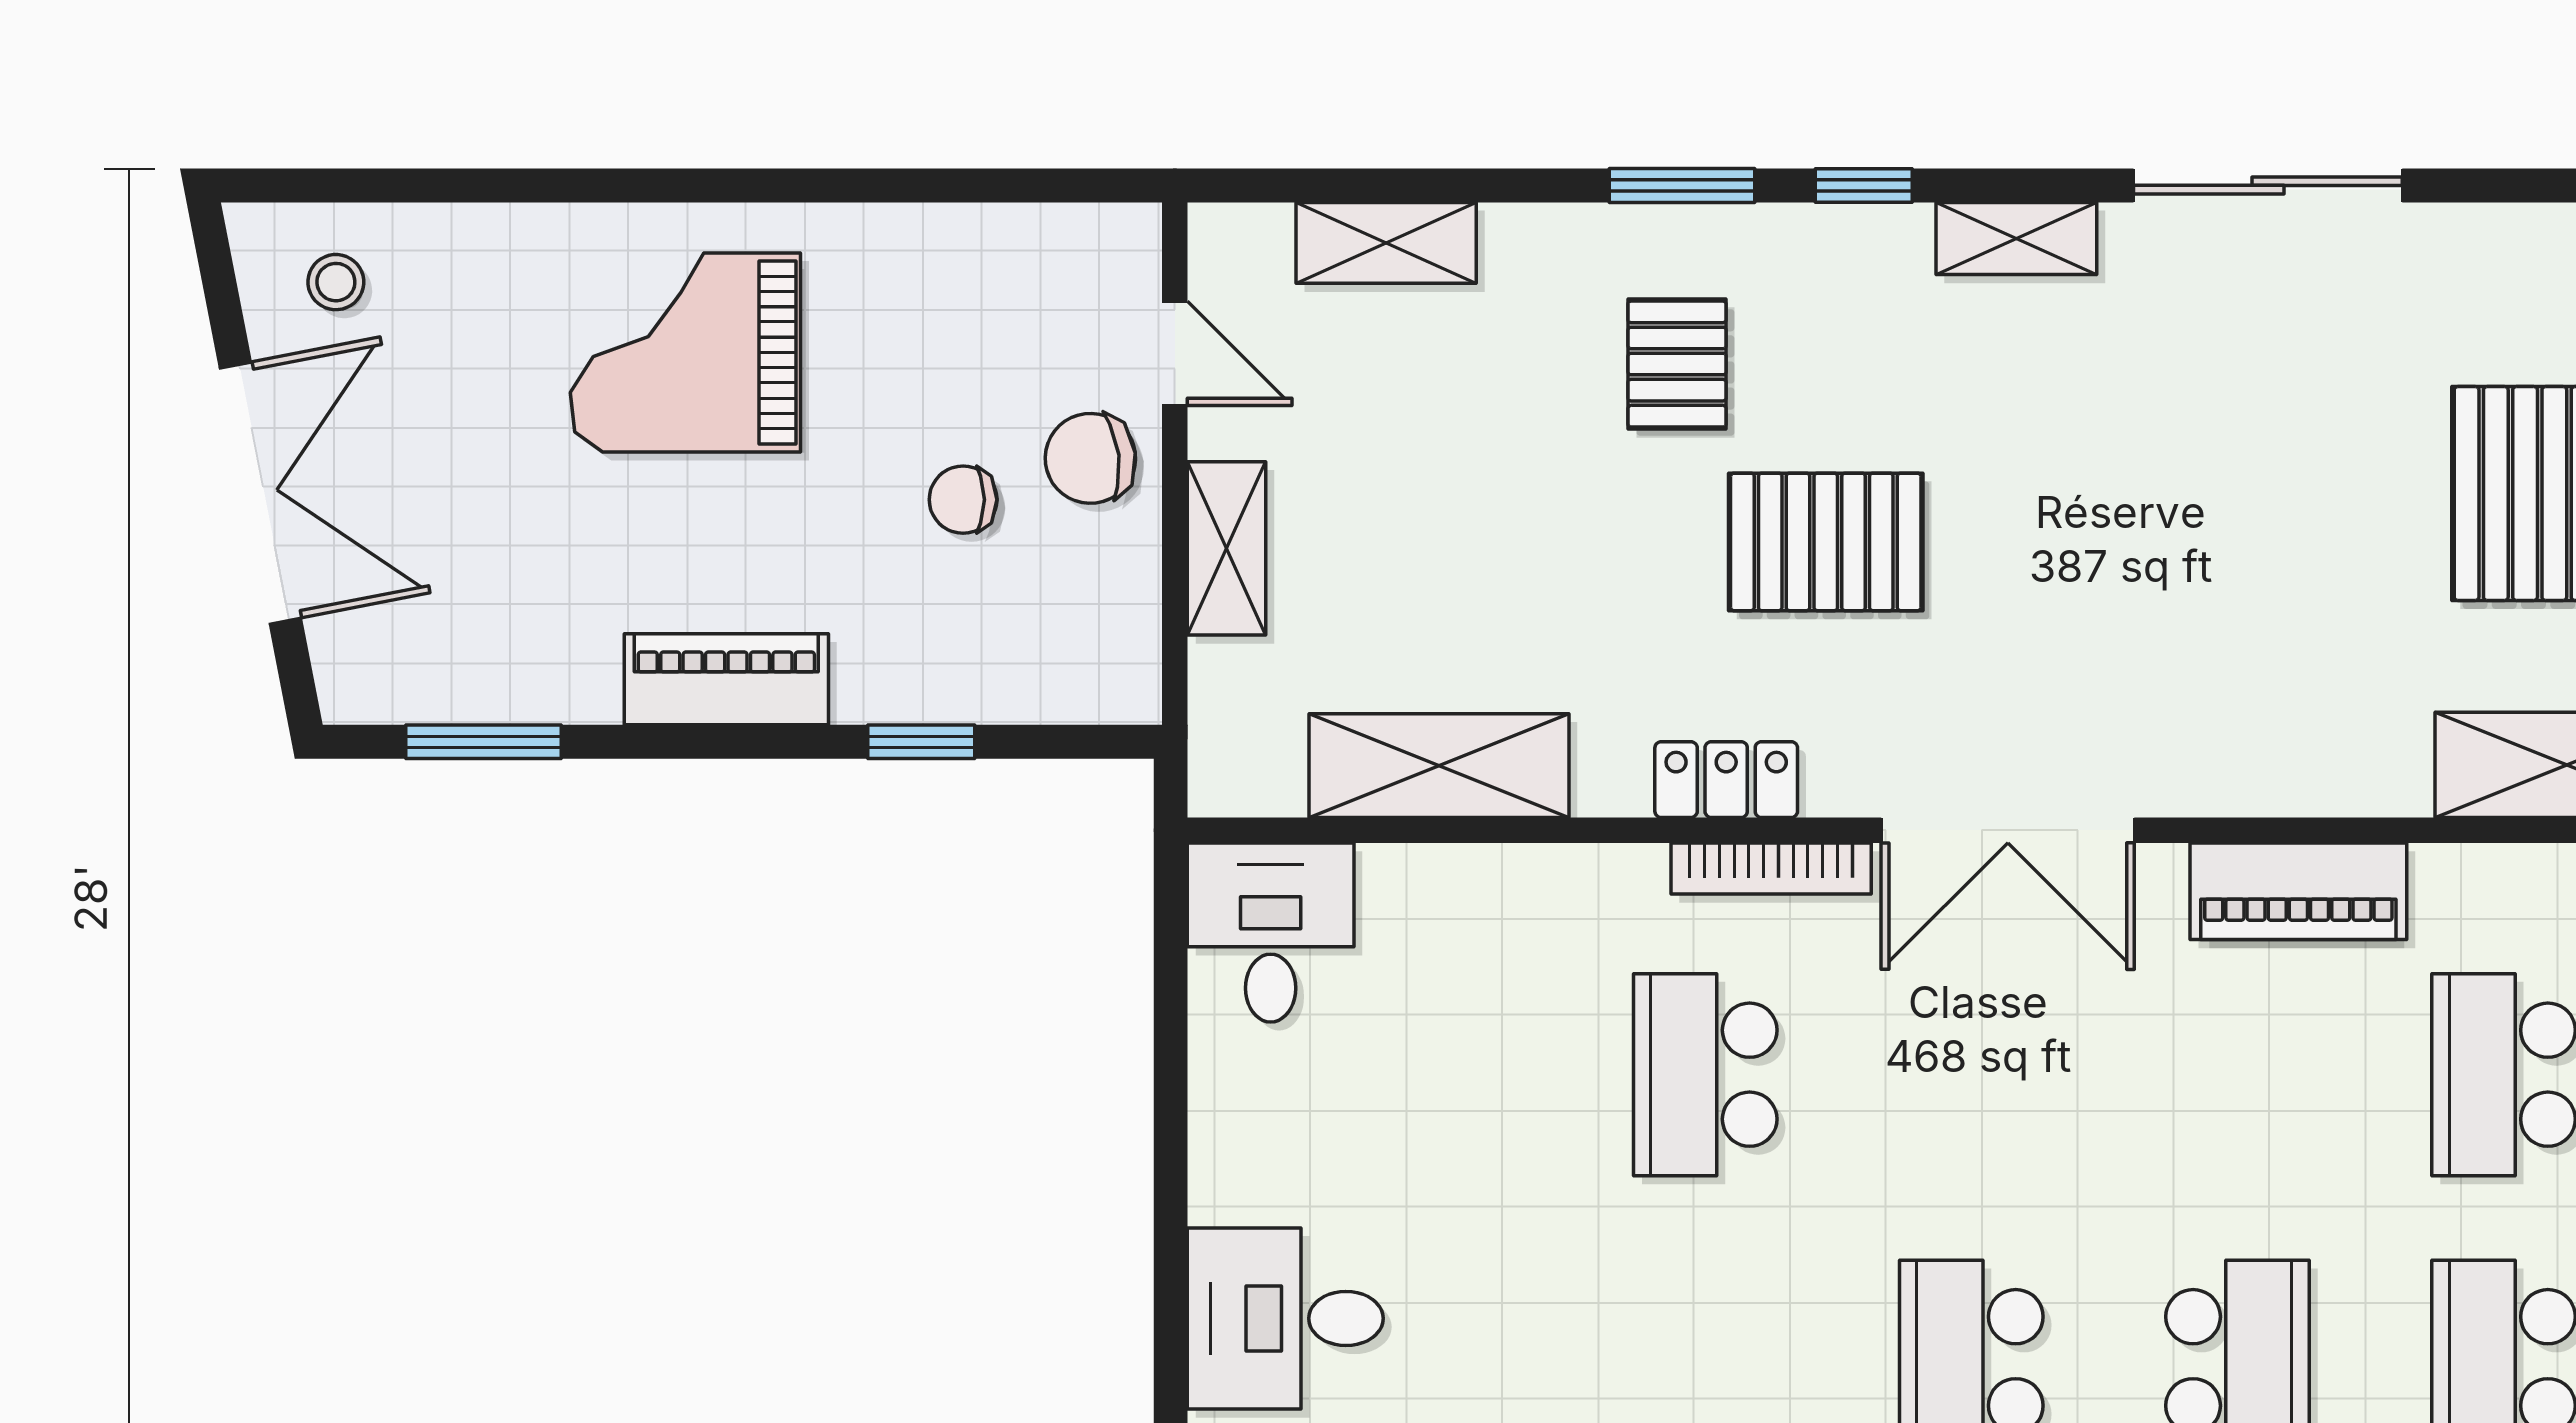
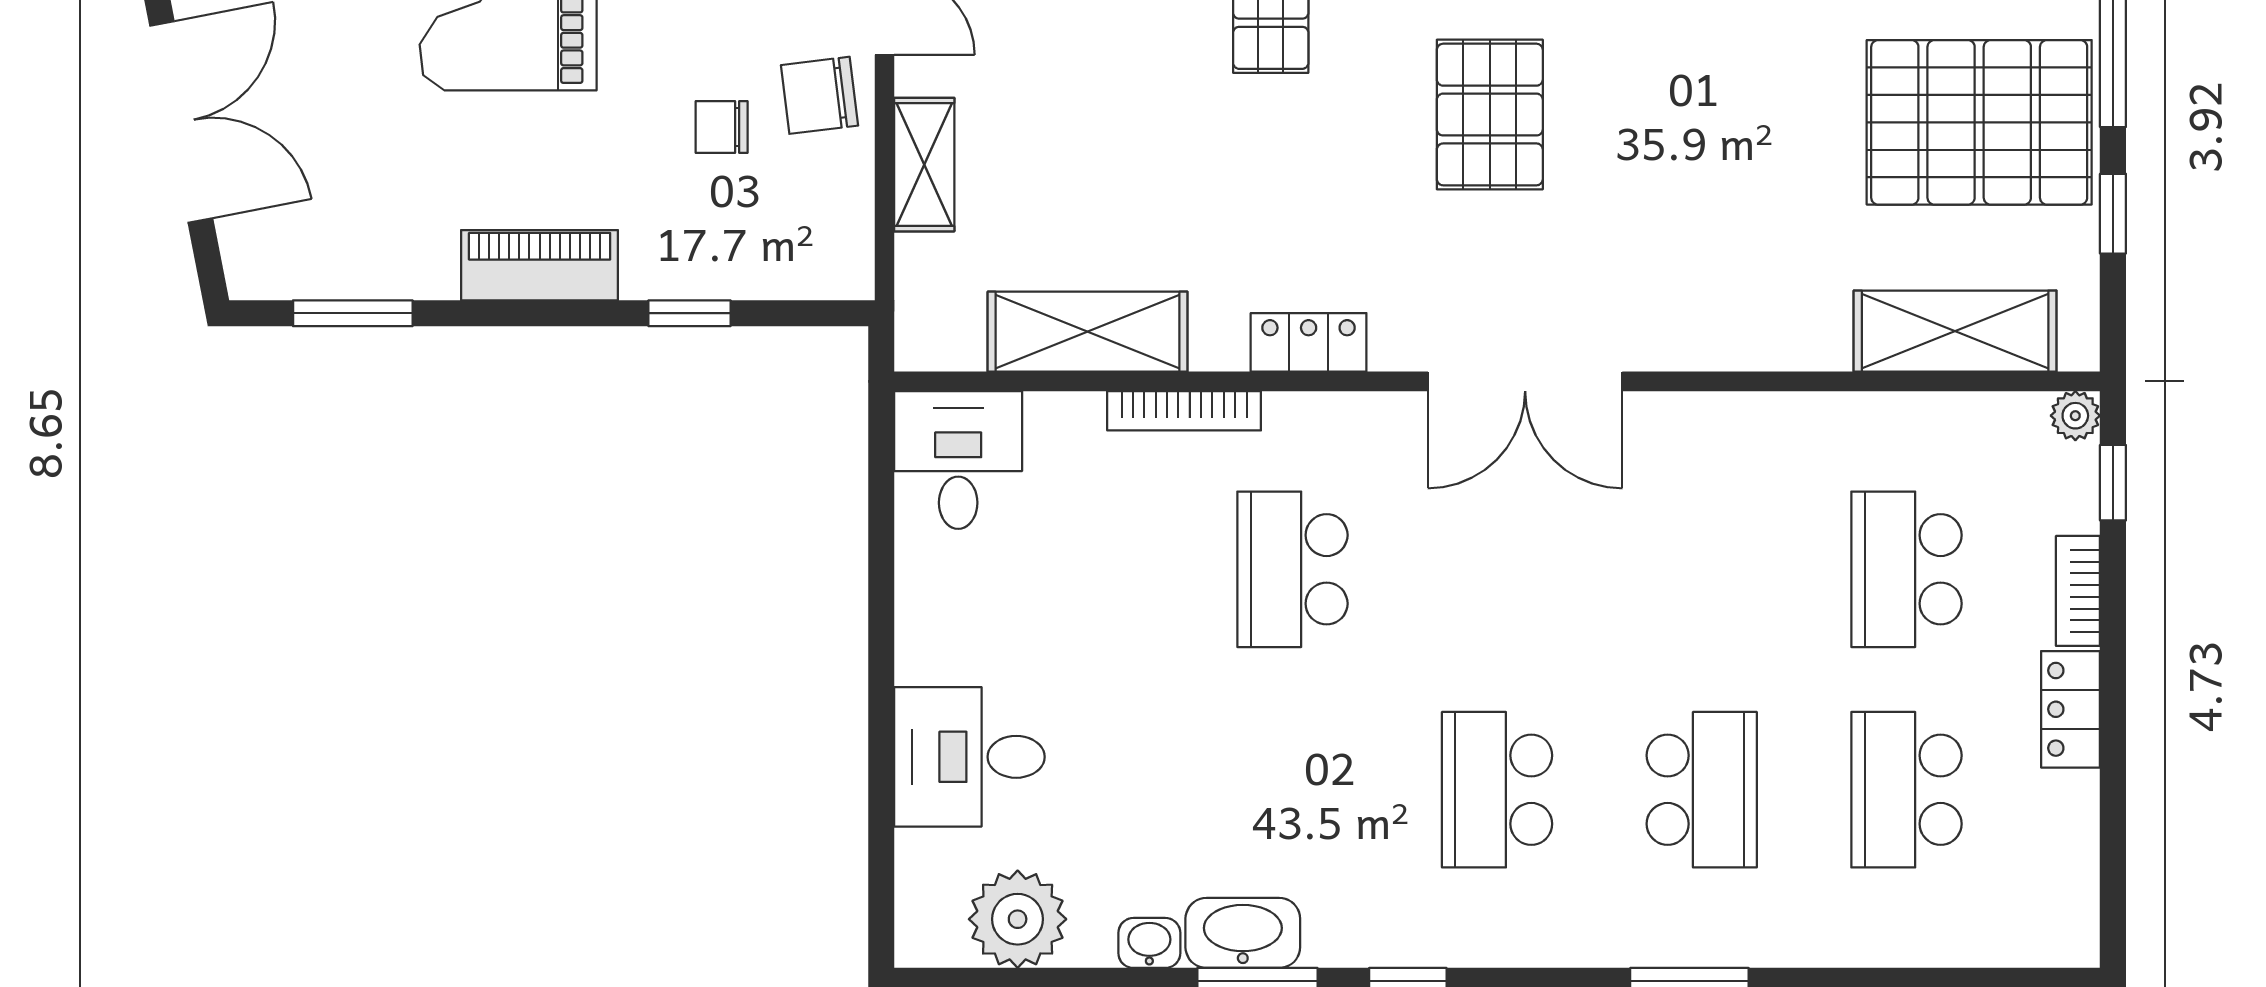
pallet: (1826, 542) -> (1490, 115), moved, turned 90
bookcase: (1771, 868) -> (1184, 411), moved
piano: (2298, 891) -> (1749, 428), removed

